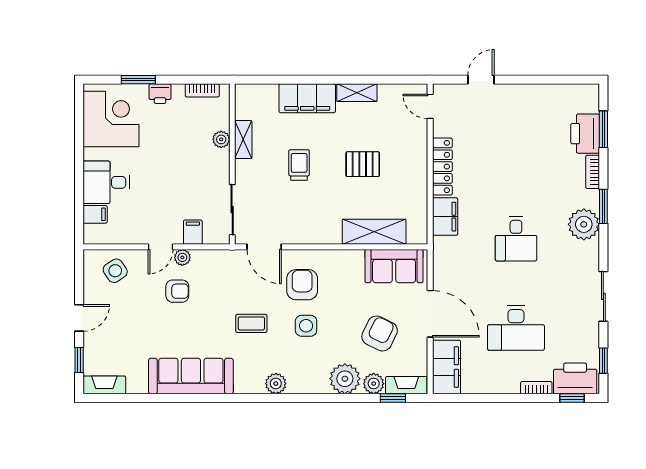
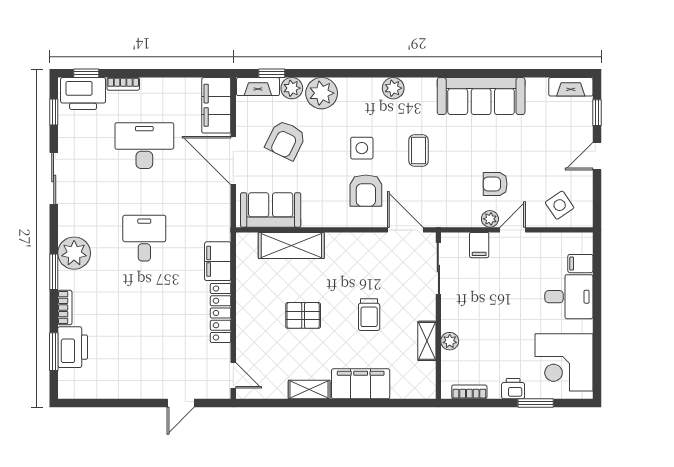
coffee table: (251, 323) -> (419, 151), turned 90

